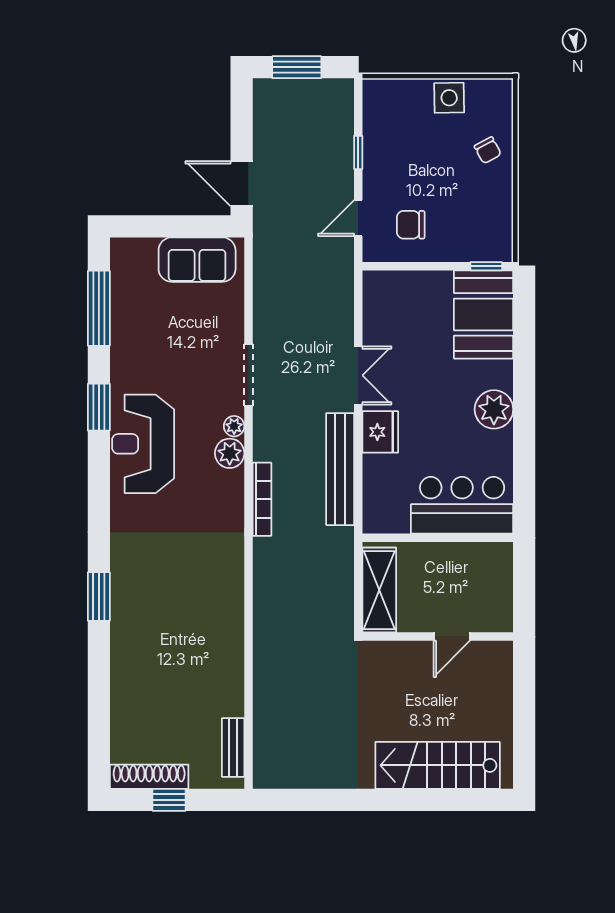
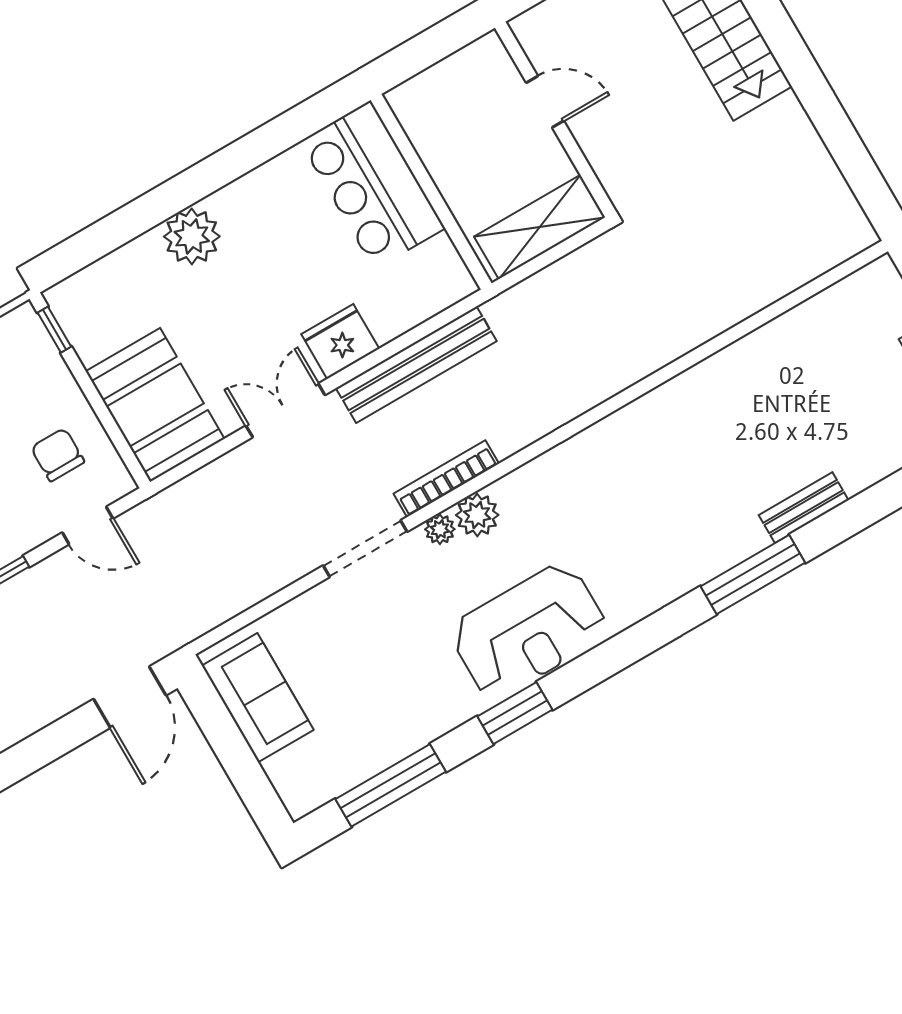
chair: (411, 225) -> (58, 455), turned 180
booth: (484, 314) -> (155, 405), moved, turned 90
plant: (494, 409) -> (192, 236), moved
bookcase: (262, 499) -> (446, 479), moved
window: (99, 597) -> (753, 574), width x1.44
bench: (233, 747) -> (804, 508), moved

